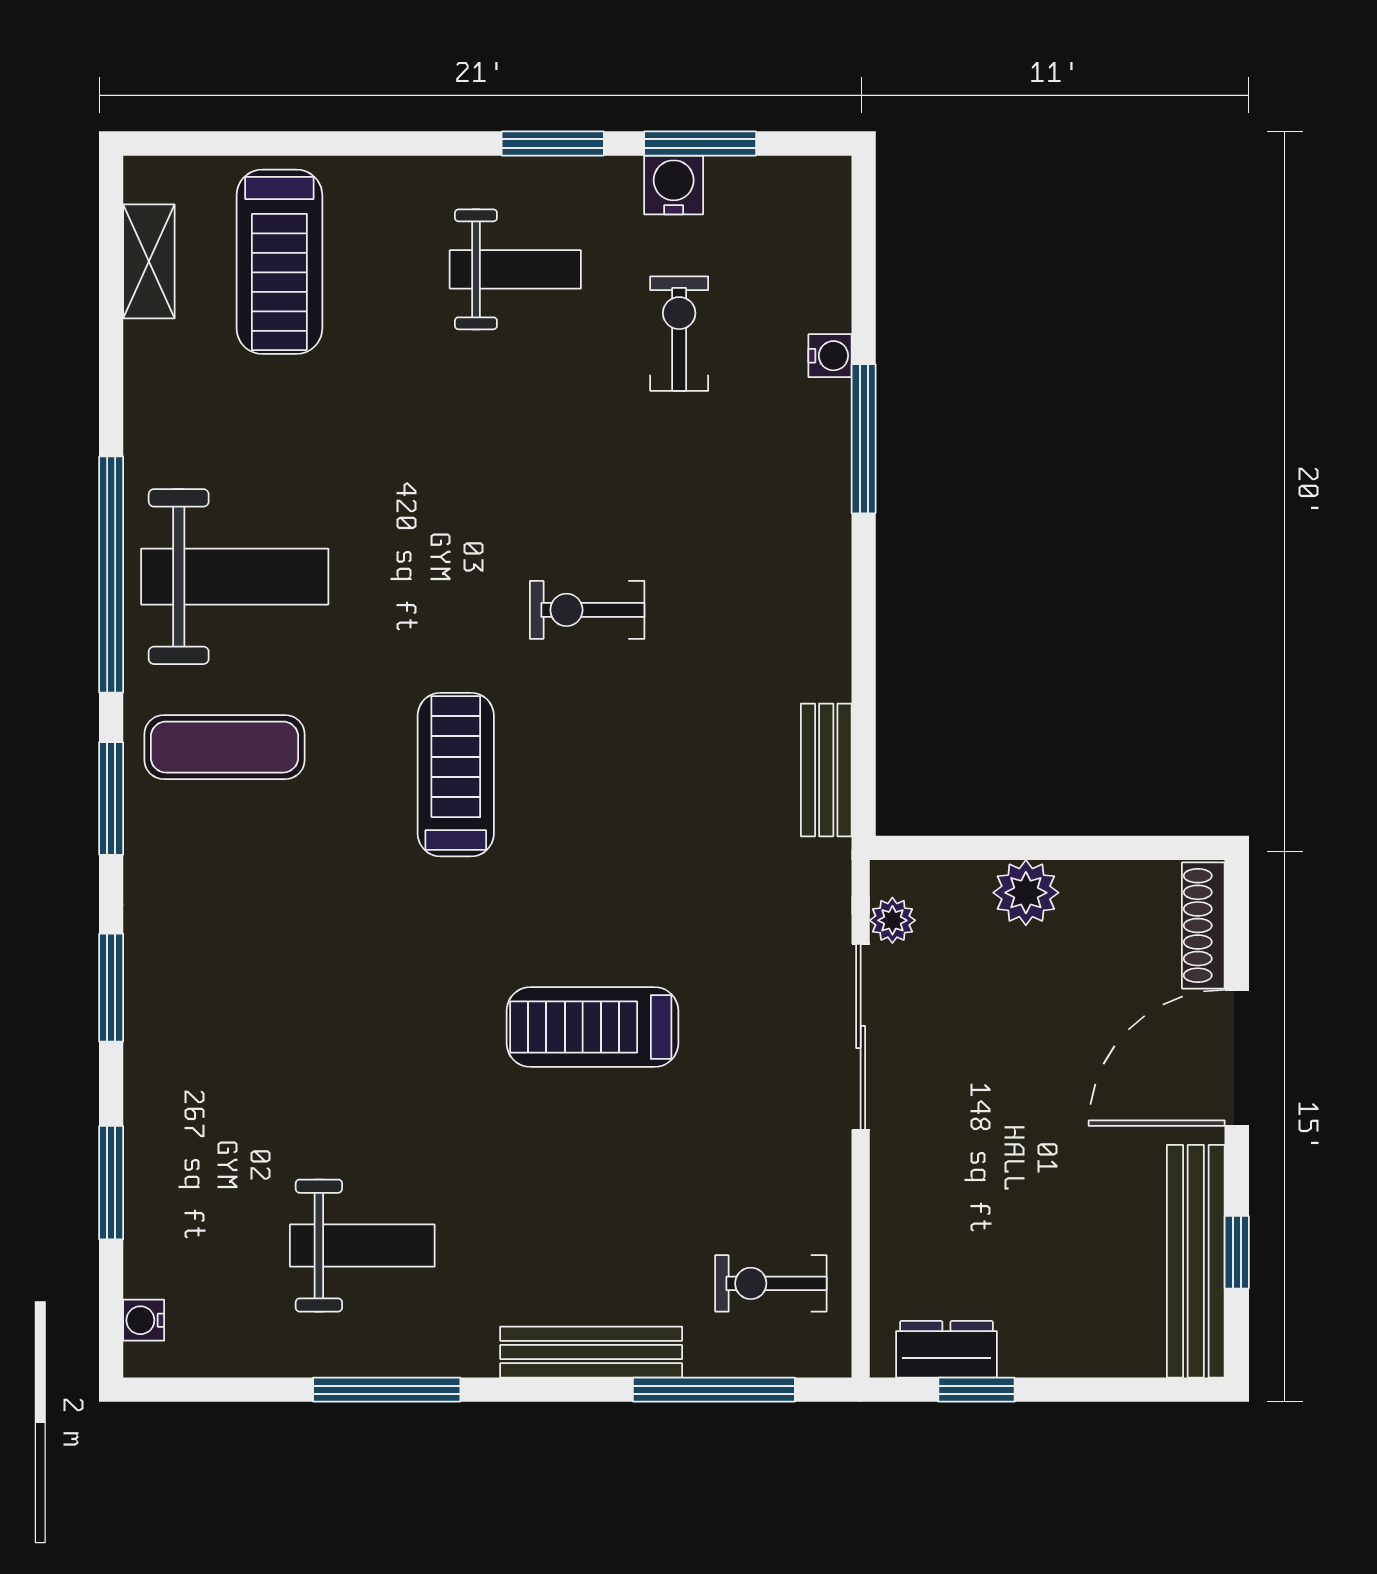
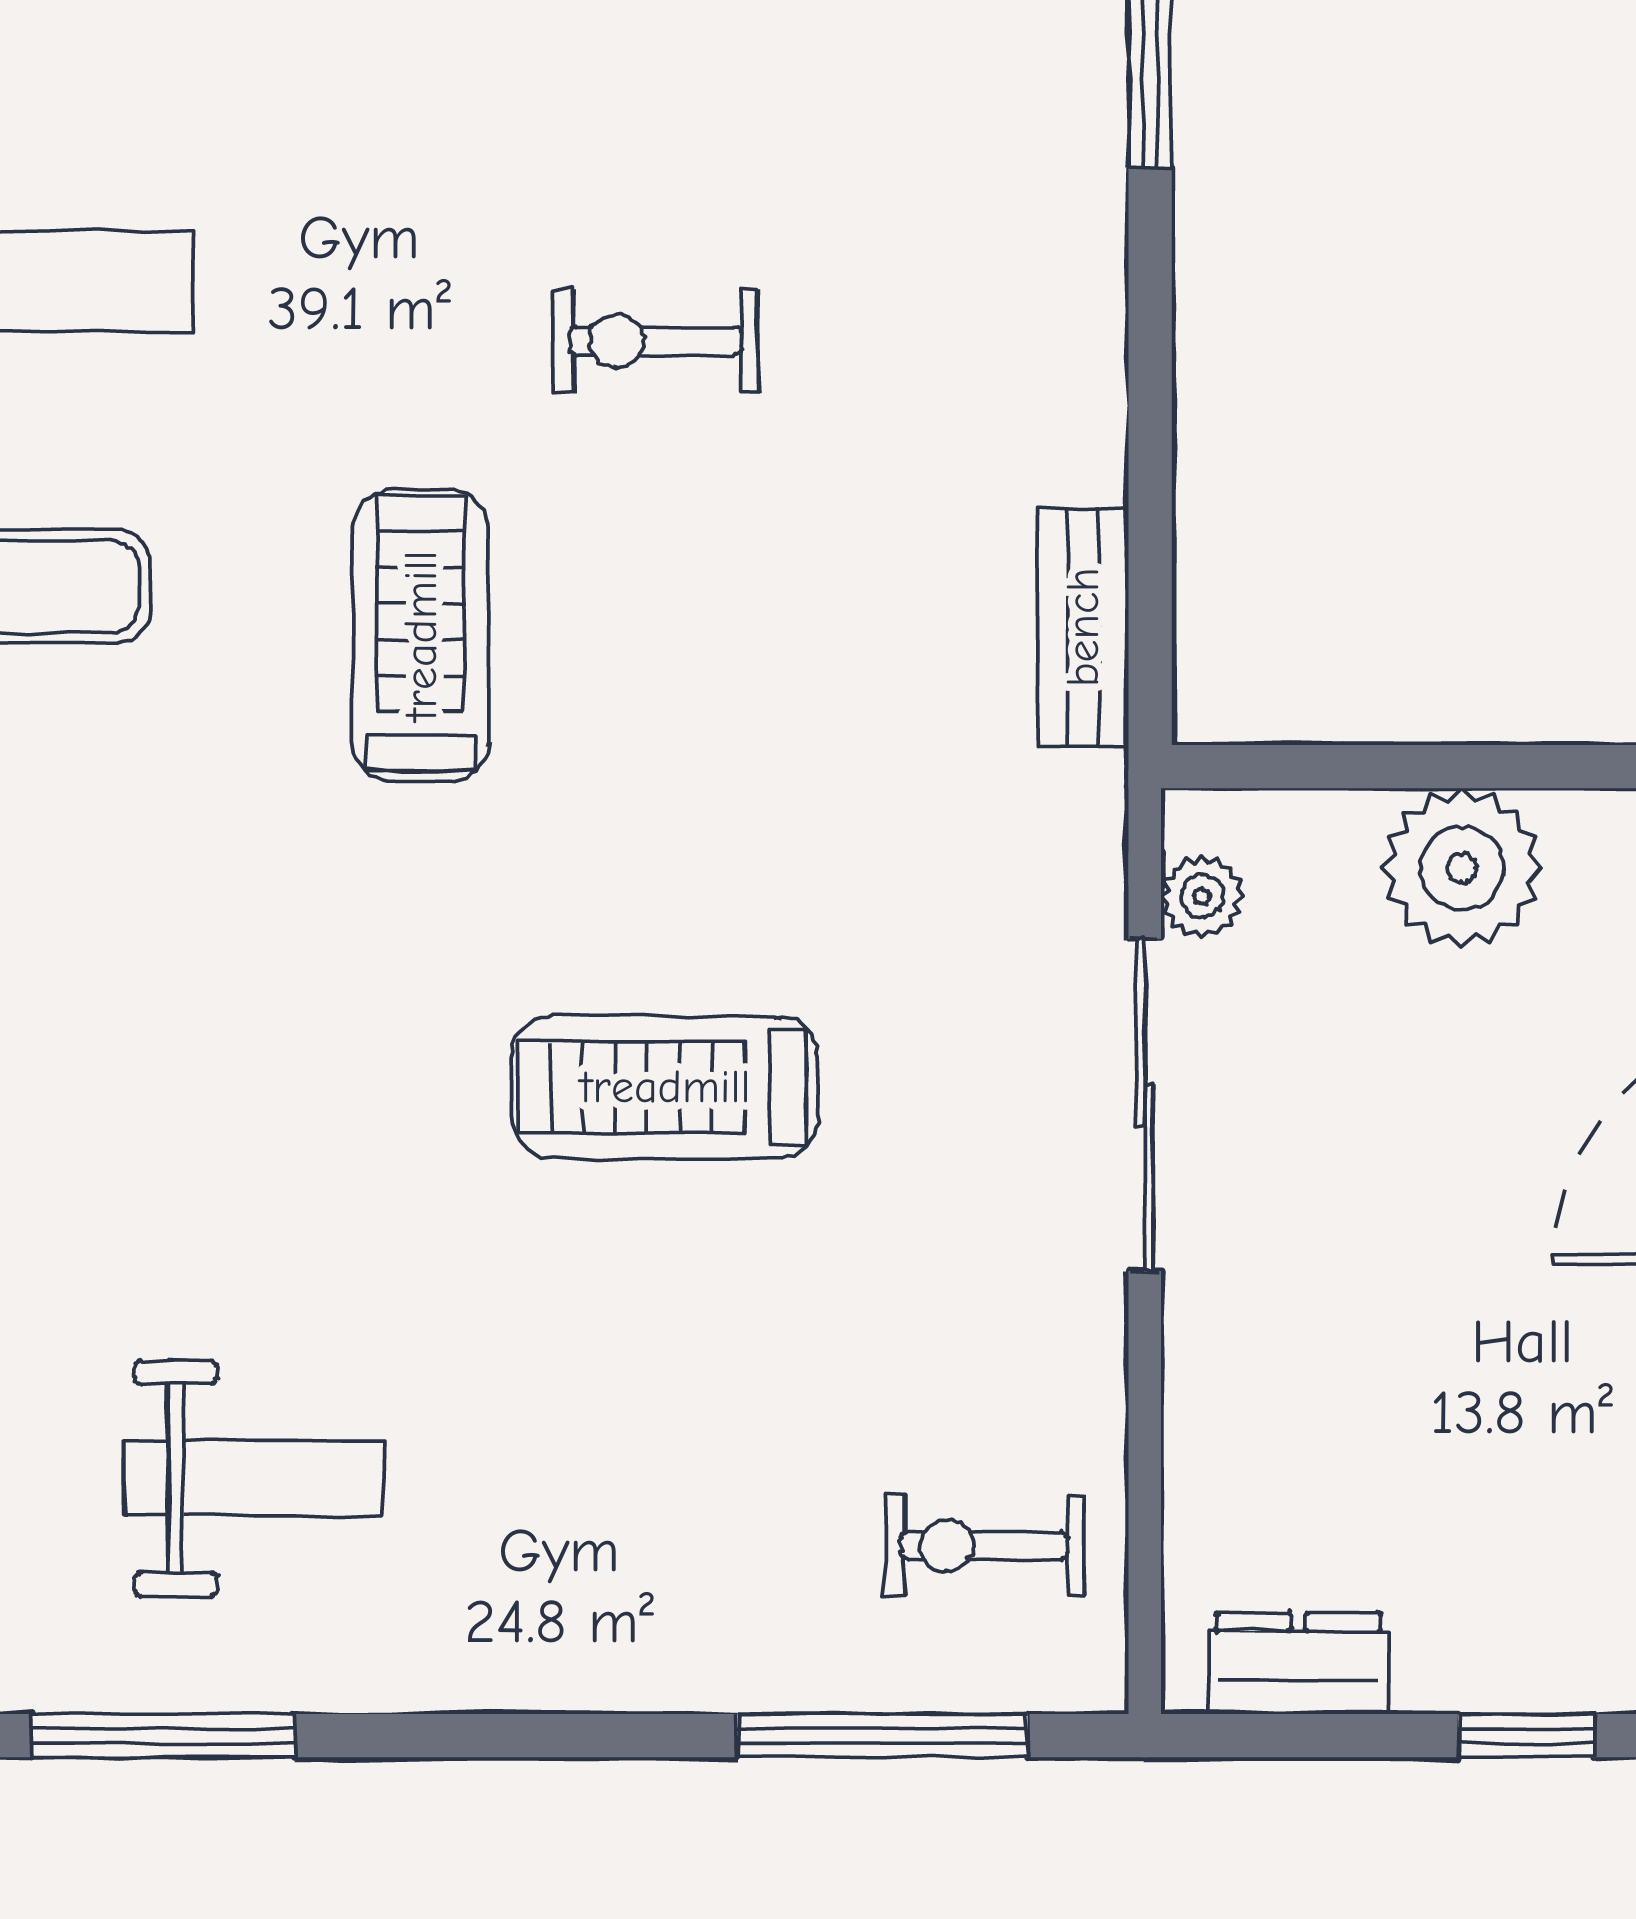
plant: (1026, 893) -> (1462, 868), width x1.36, depth x1.36
bench: (591, 1352) -> (663, 1669), removed
window: (387, 1390) -> (163, 1736), moved
window: (977, 1390) -> (1527, 1736), moved

